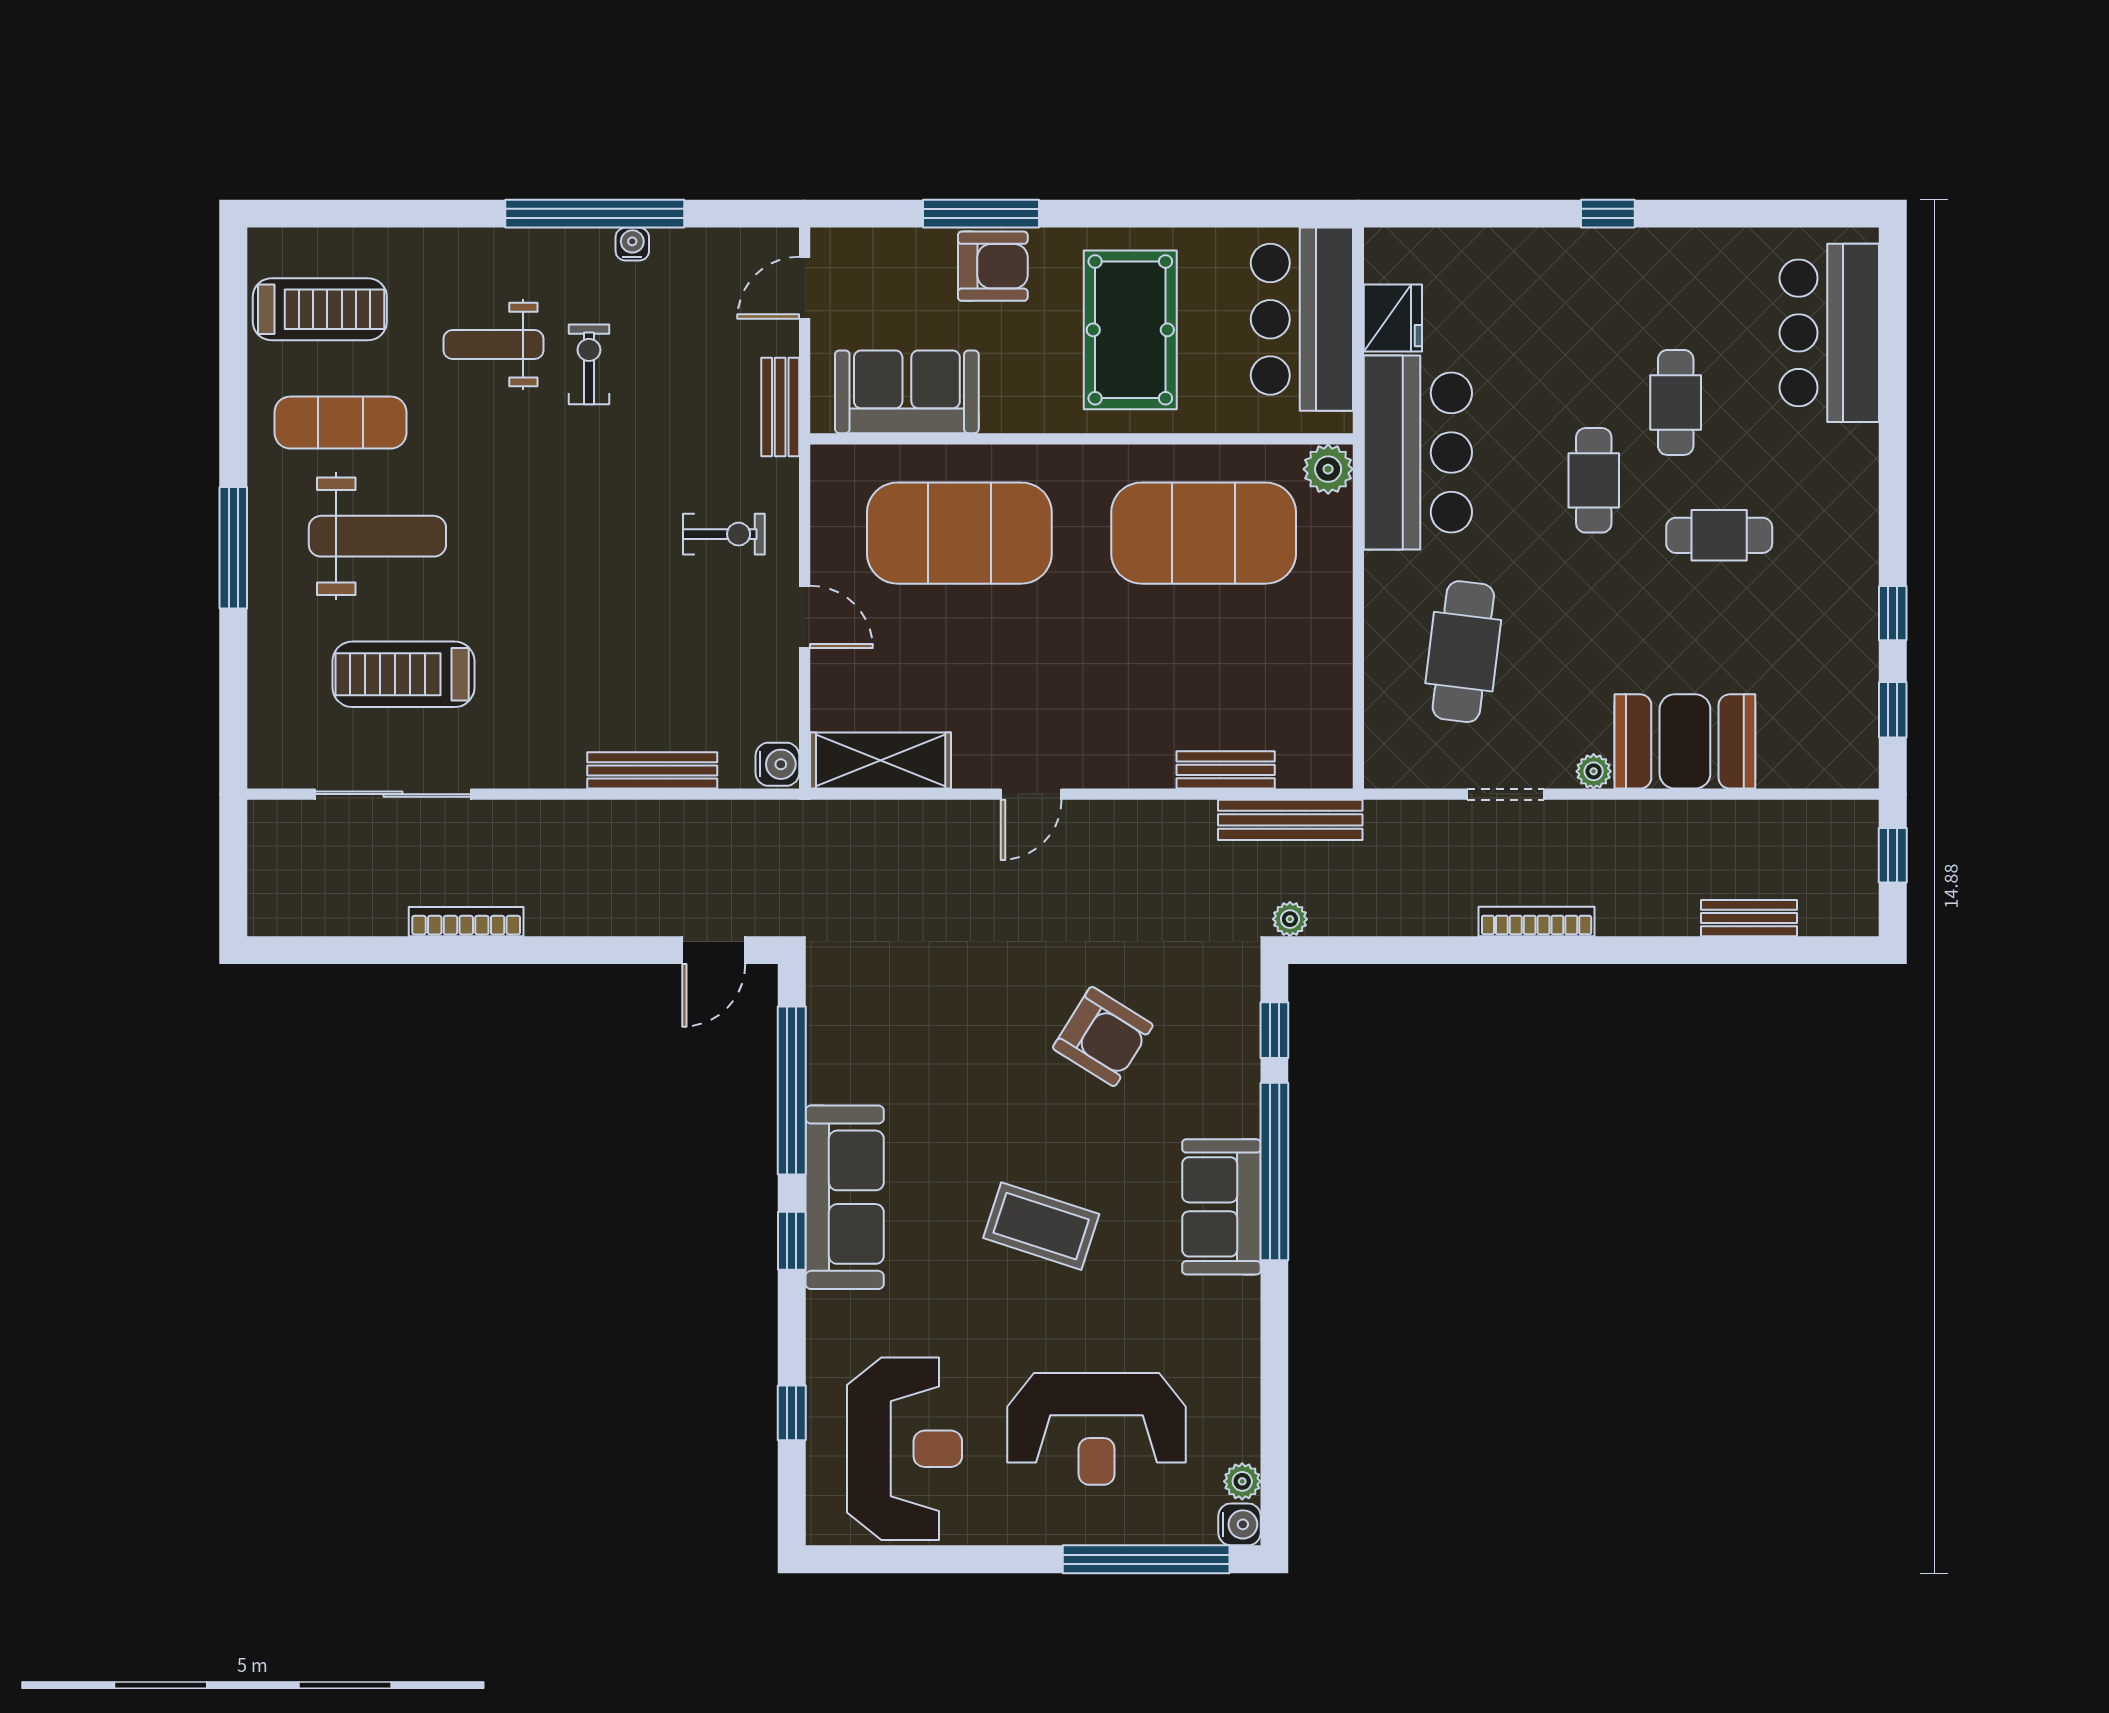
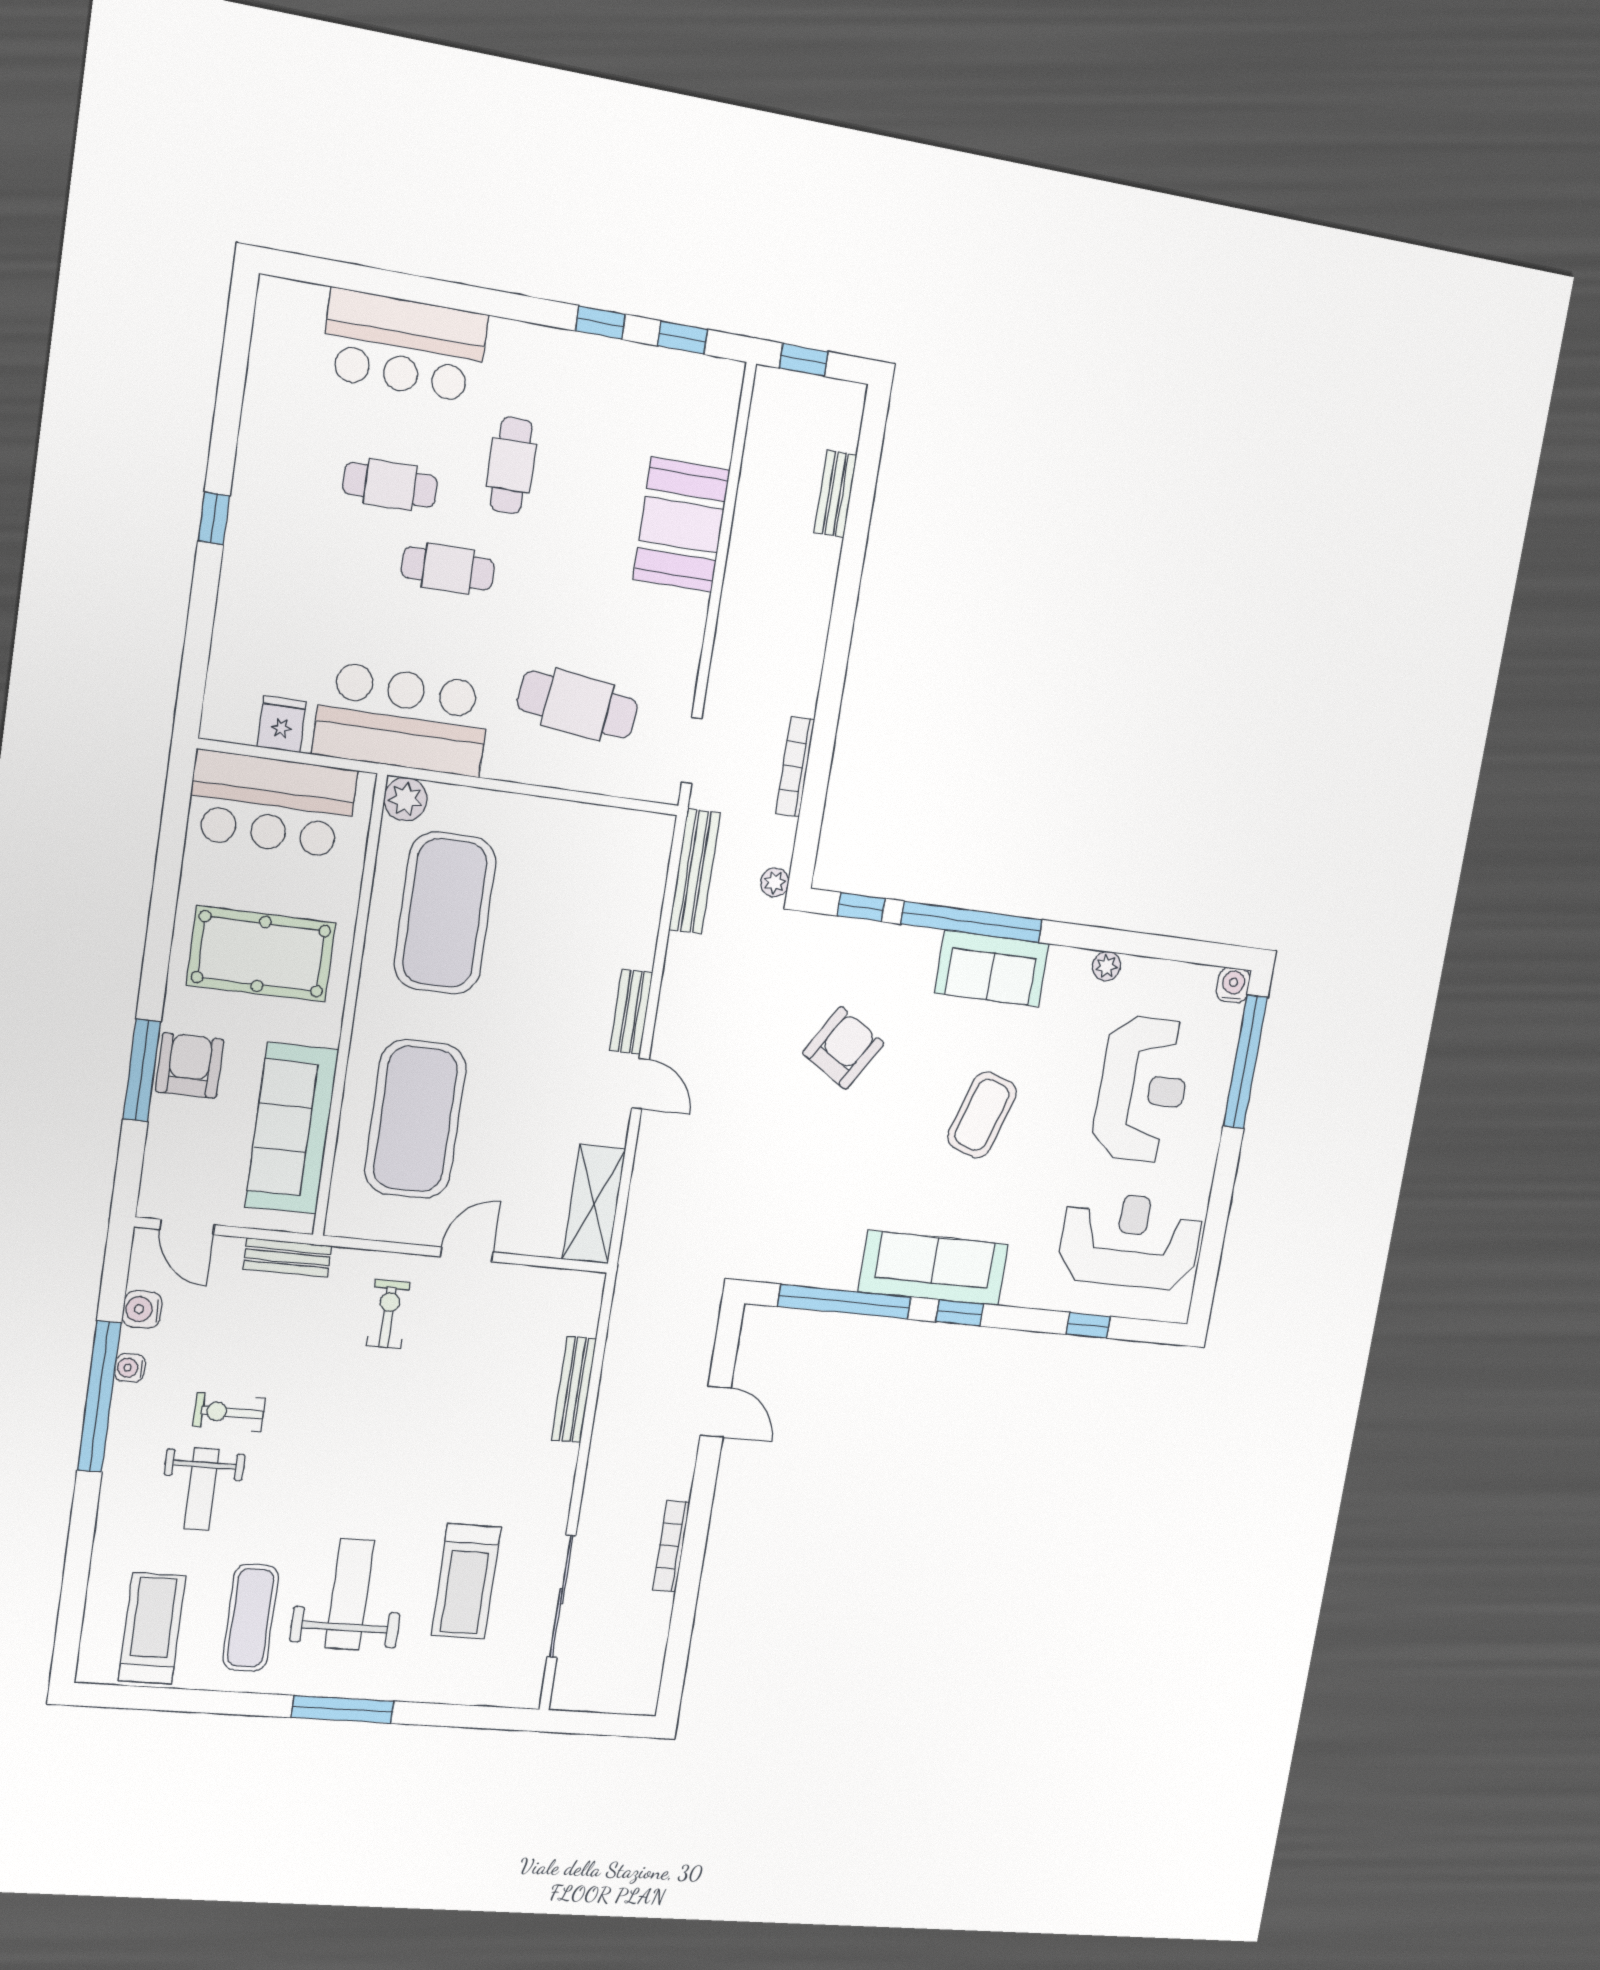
fridge: (1393, 318) -> (282, 724), width x0.72
bar counter: (1829, 333) -> (404, 346), moved
sofa: (907, 392) -> (292, 1128), width x1.36
water cooler: (777, 764) -> (142, 1310), moved, turned -90
bench: (1226, 770) -> (631, 1012), moved
plant: (1594, 771) -> (694, 608), removed
doorway: (1506, 794) -> (692, 750), moved
bookcase: (1537, 921) -> (795, 767), moved
door: (714, 950) -> (716, 1412), moved
plant: (1242, 1481) -> (1106, 966), moved

